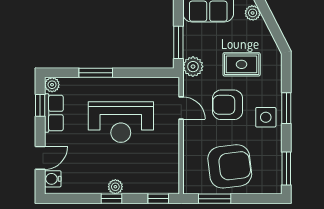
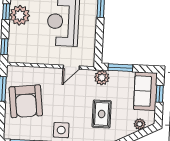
armchair: (228, 105) -> (72, 102), removed
plant: (115, 187) -> (20, 15), width x1.87, depth x1.87

